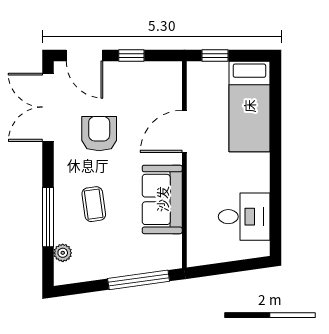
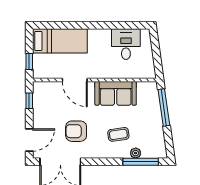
window: (131, 56) -> (29, 101), moved
window: (48, 217) -> (141, 162), moved
plant: (63, 253) -> (136, 153), moved

